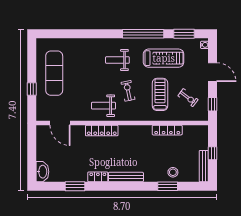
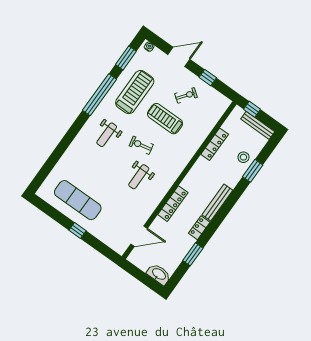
door: (60, 123) -> (139, 236), moved
wall: (122, 123) -> (179, 180), moved
locker: (167, 130) -> (215, 144), moved
locker: (102, 131) -> (173, 204), moved

